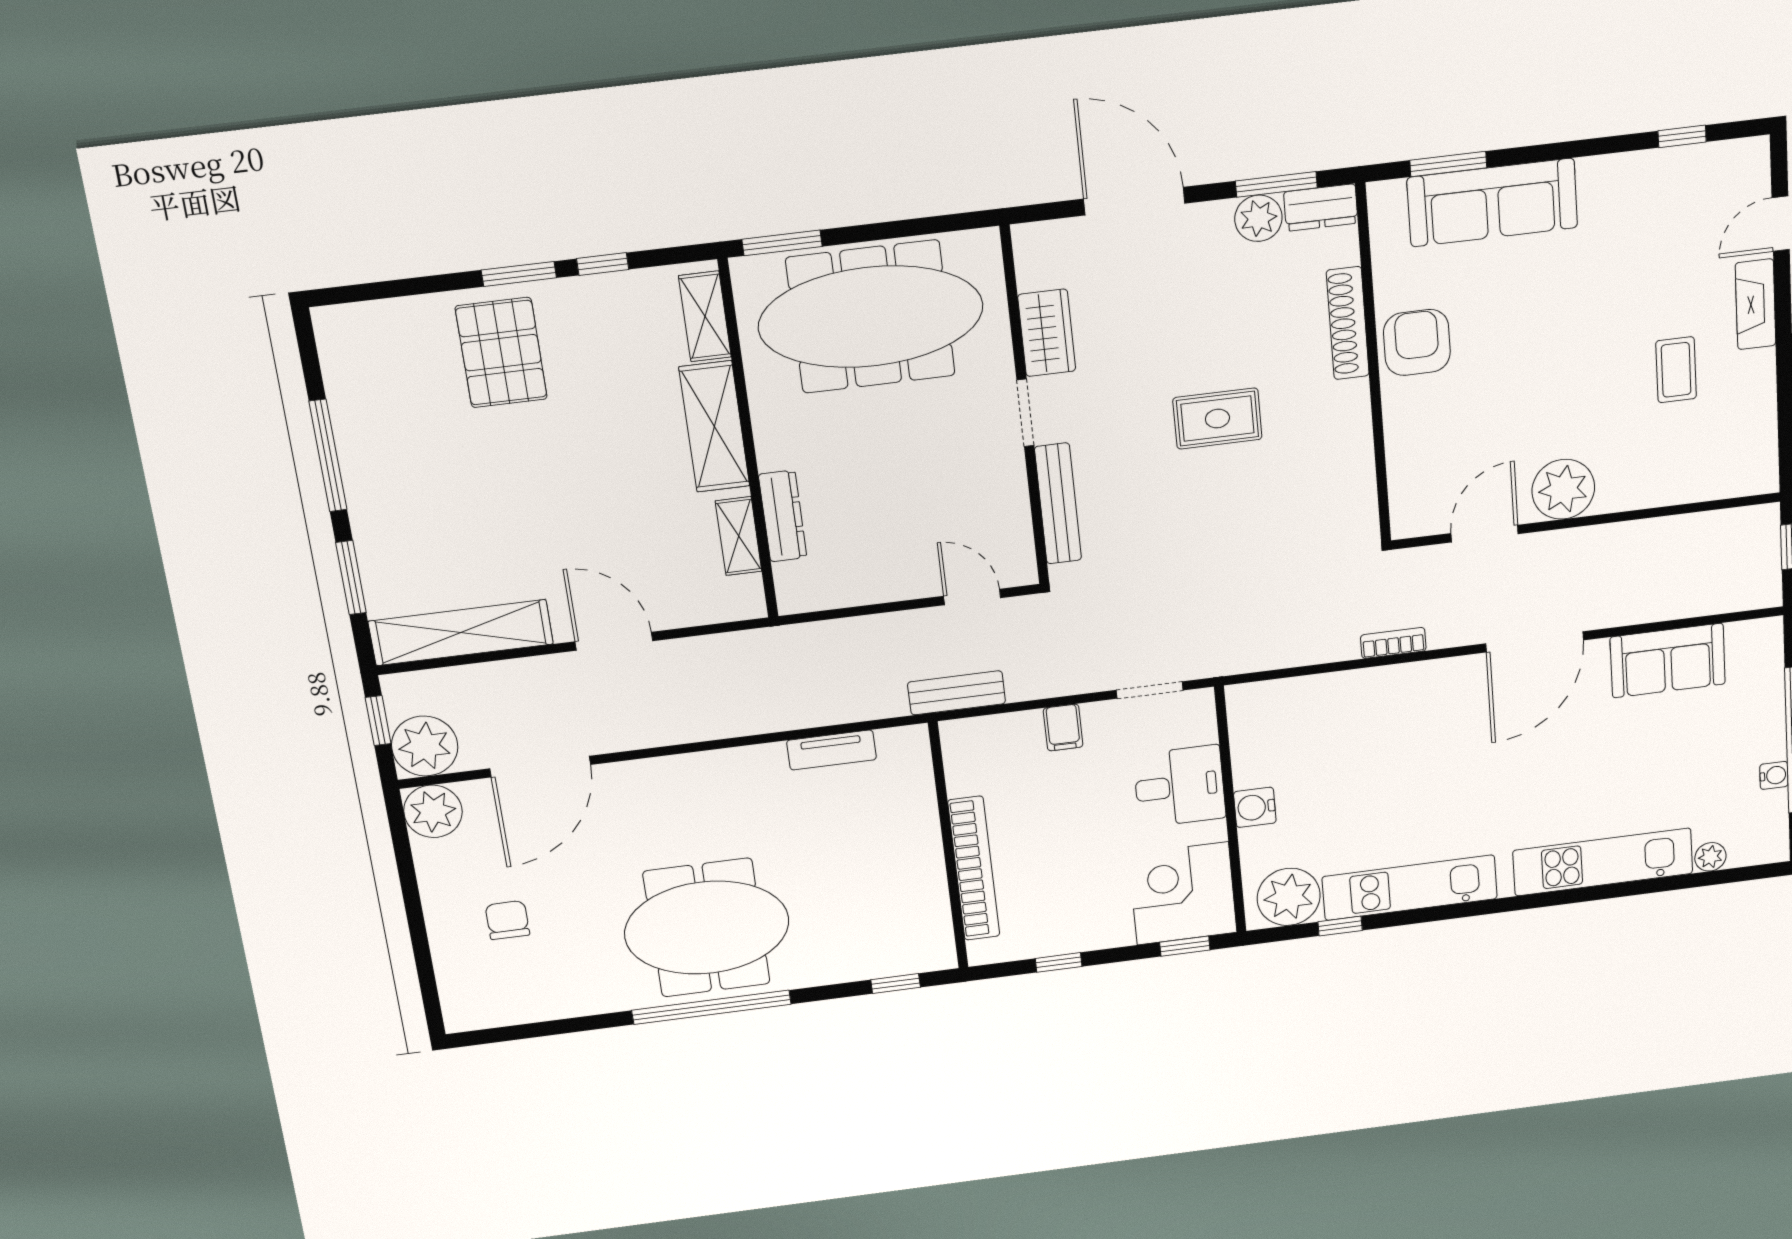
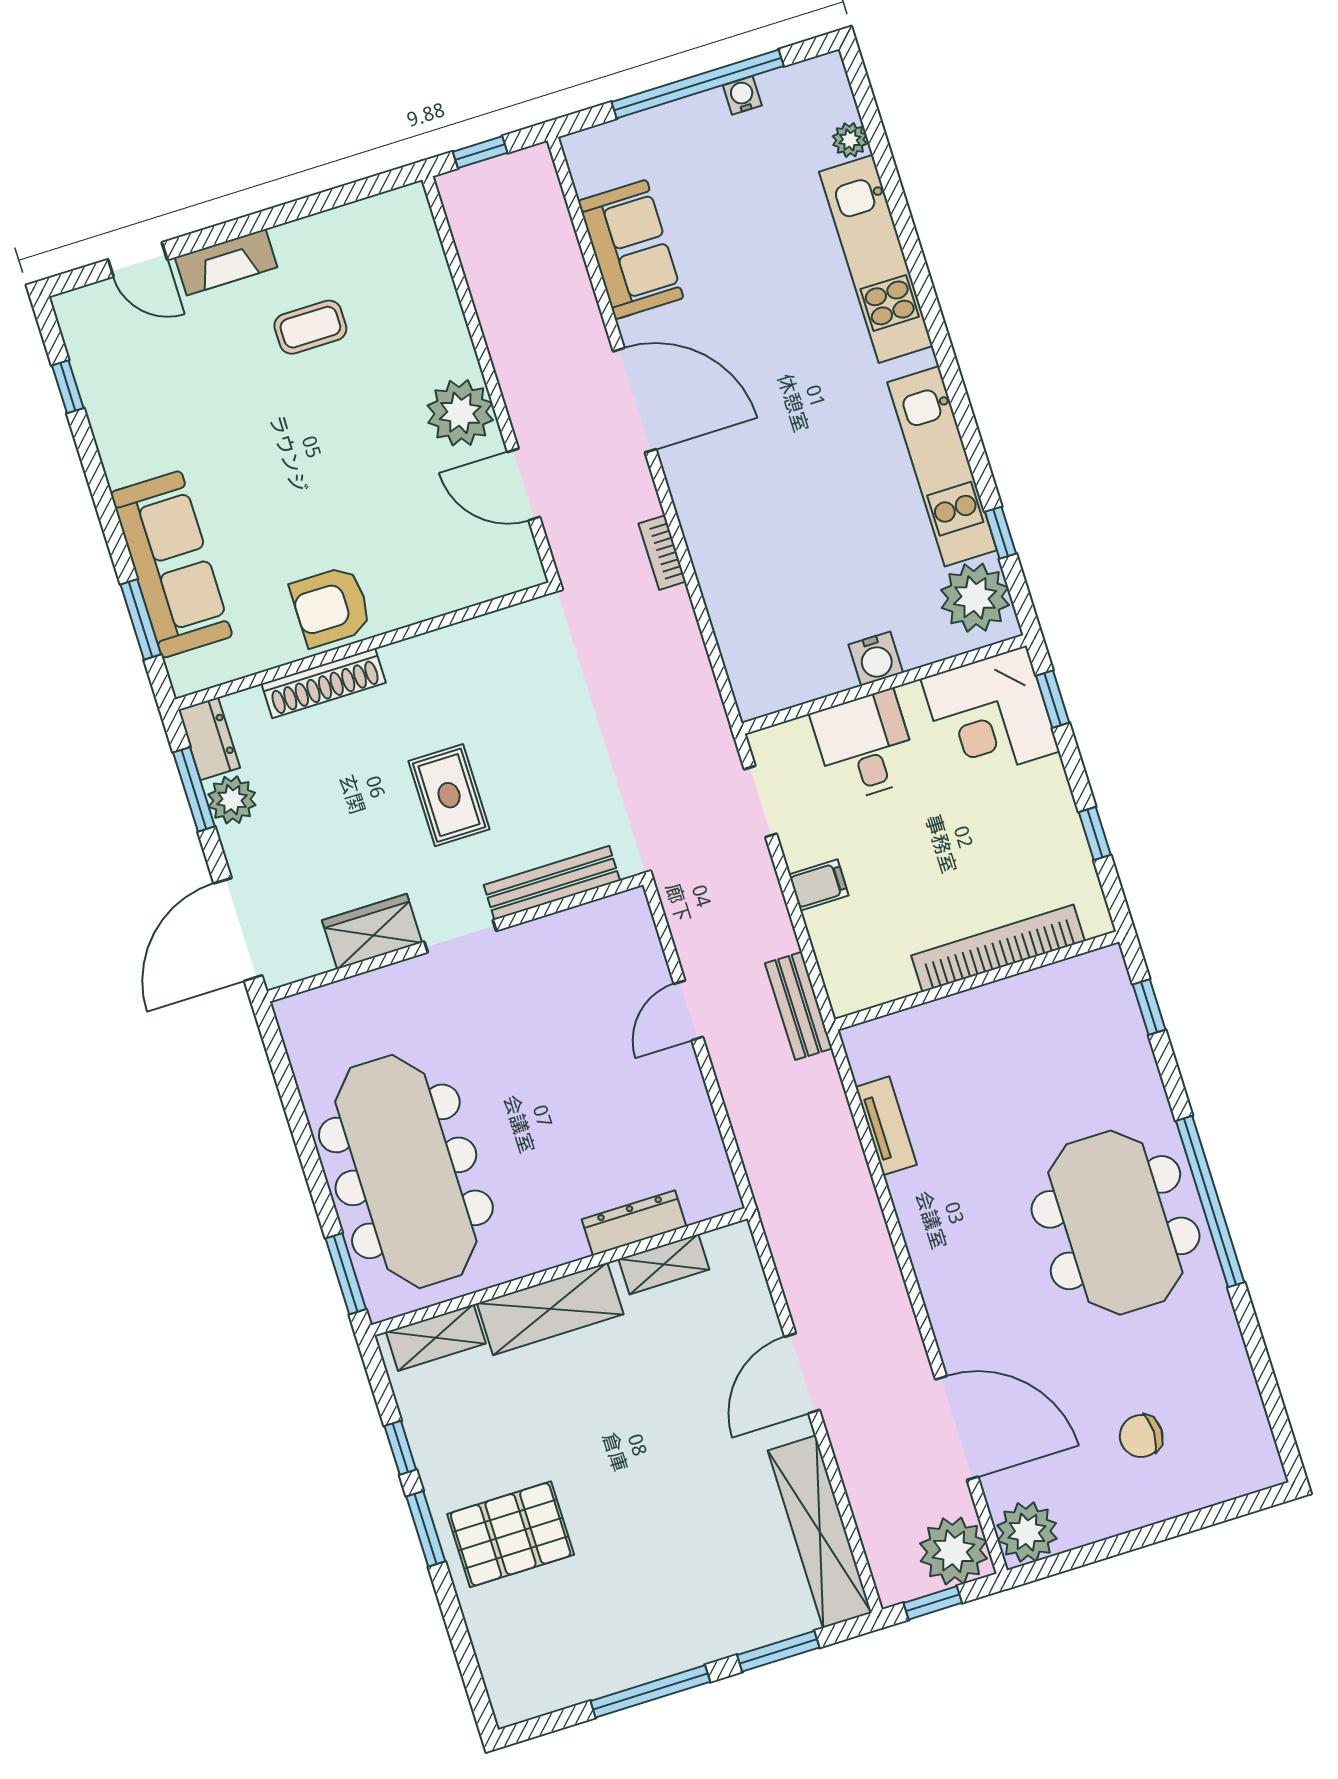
wardrobe: (1047, 333) -> (372, 932), moved
wall: (1025, 408) -> (455, 938), moved
doorway: (1025, 413) -> (460, 936), moved
bench: (1058, 504) -> (552, 883), moved

